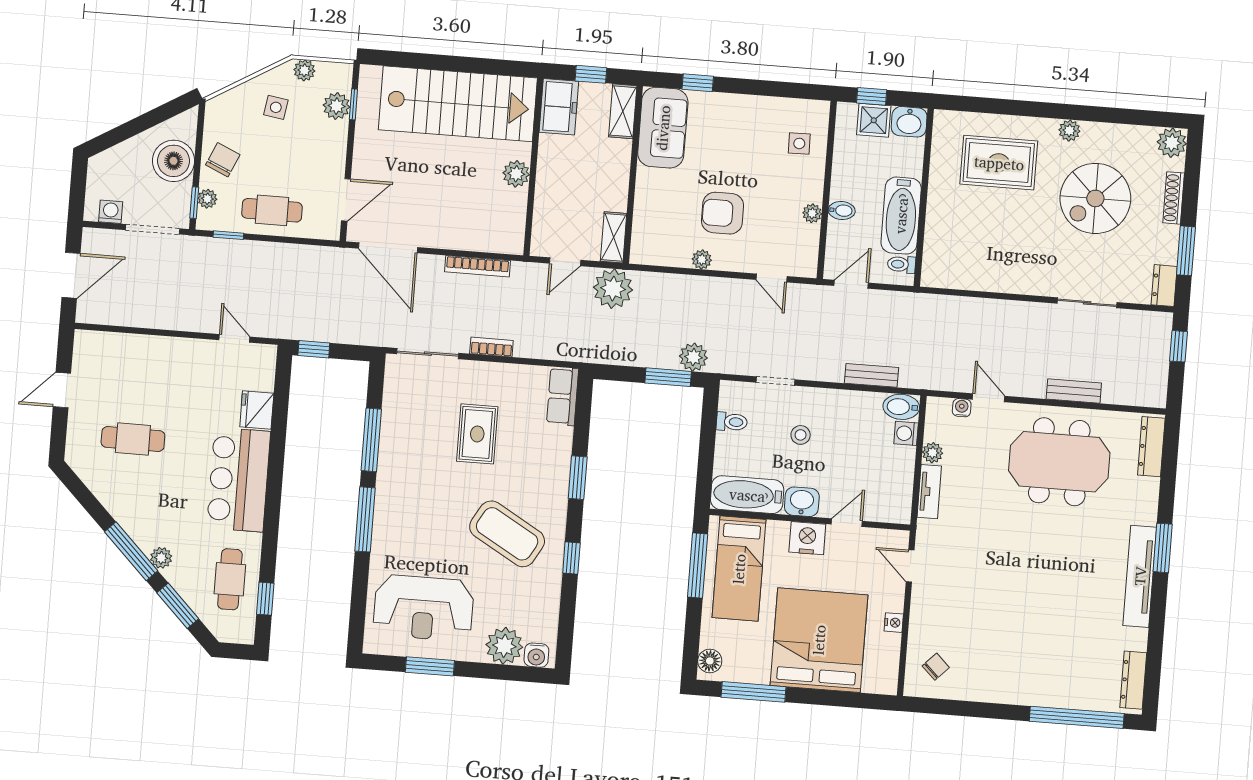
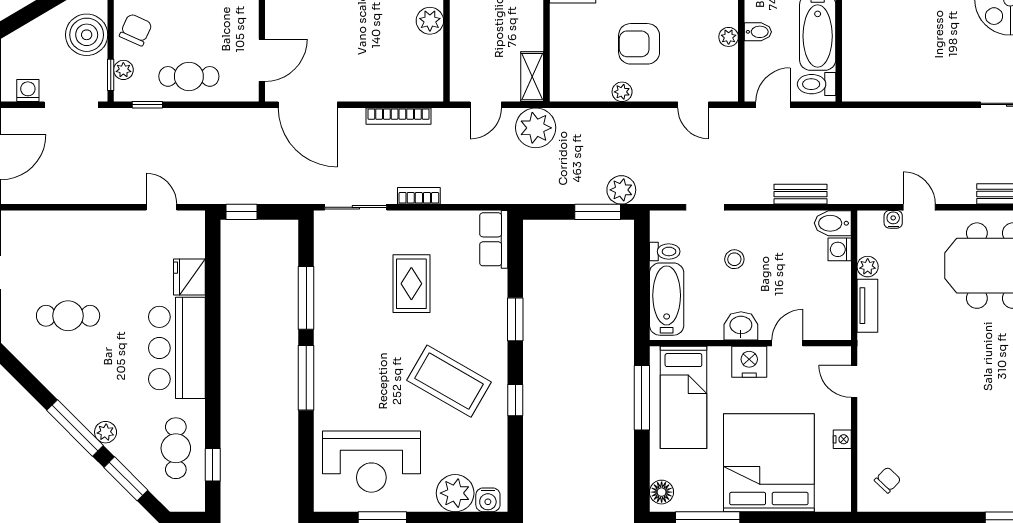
toilet: (902, 264) -> (816, 84), width x1.37, depth x1.39
bathtub: (747, 495) -> (667, 299), moved, turned 90

